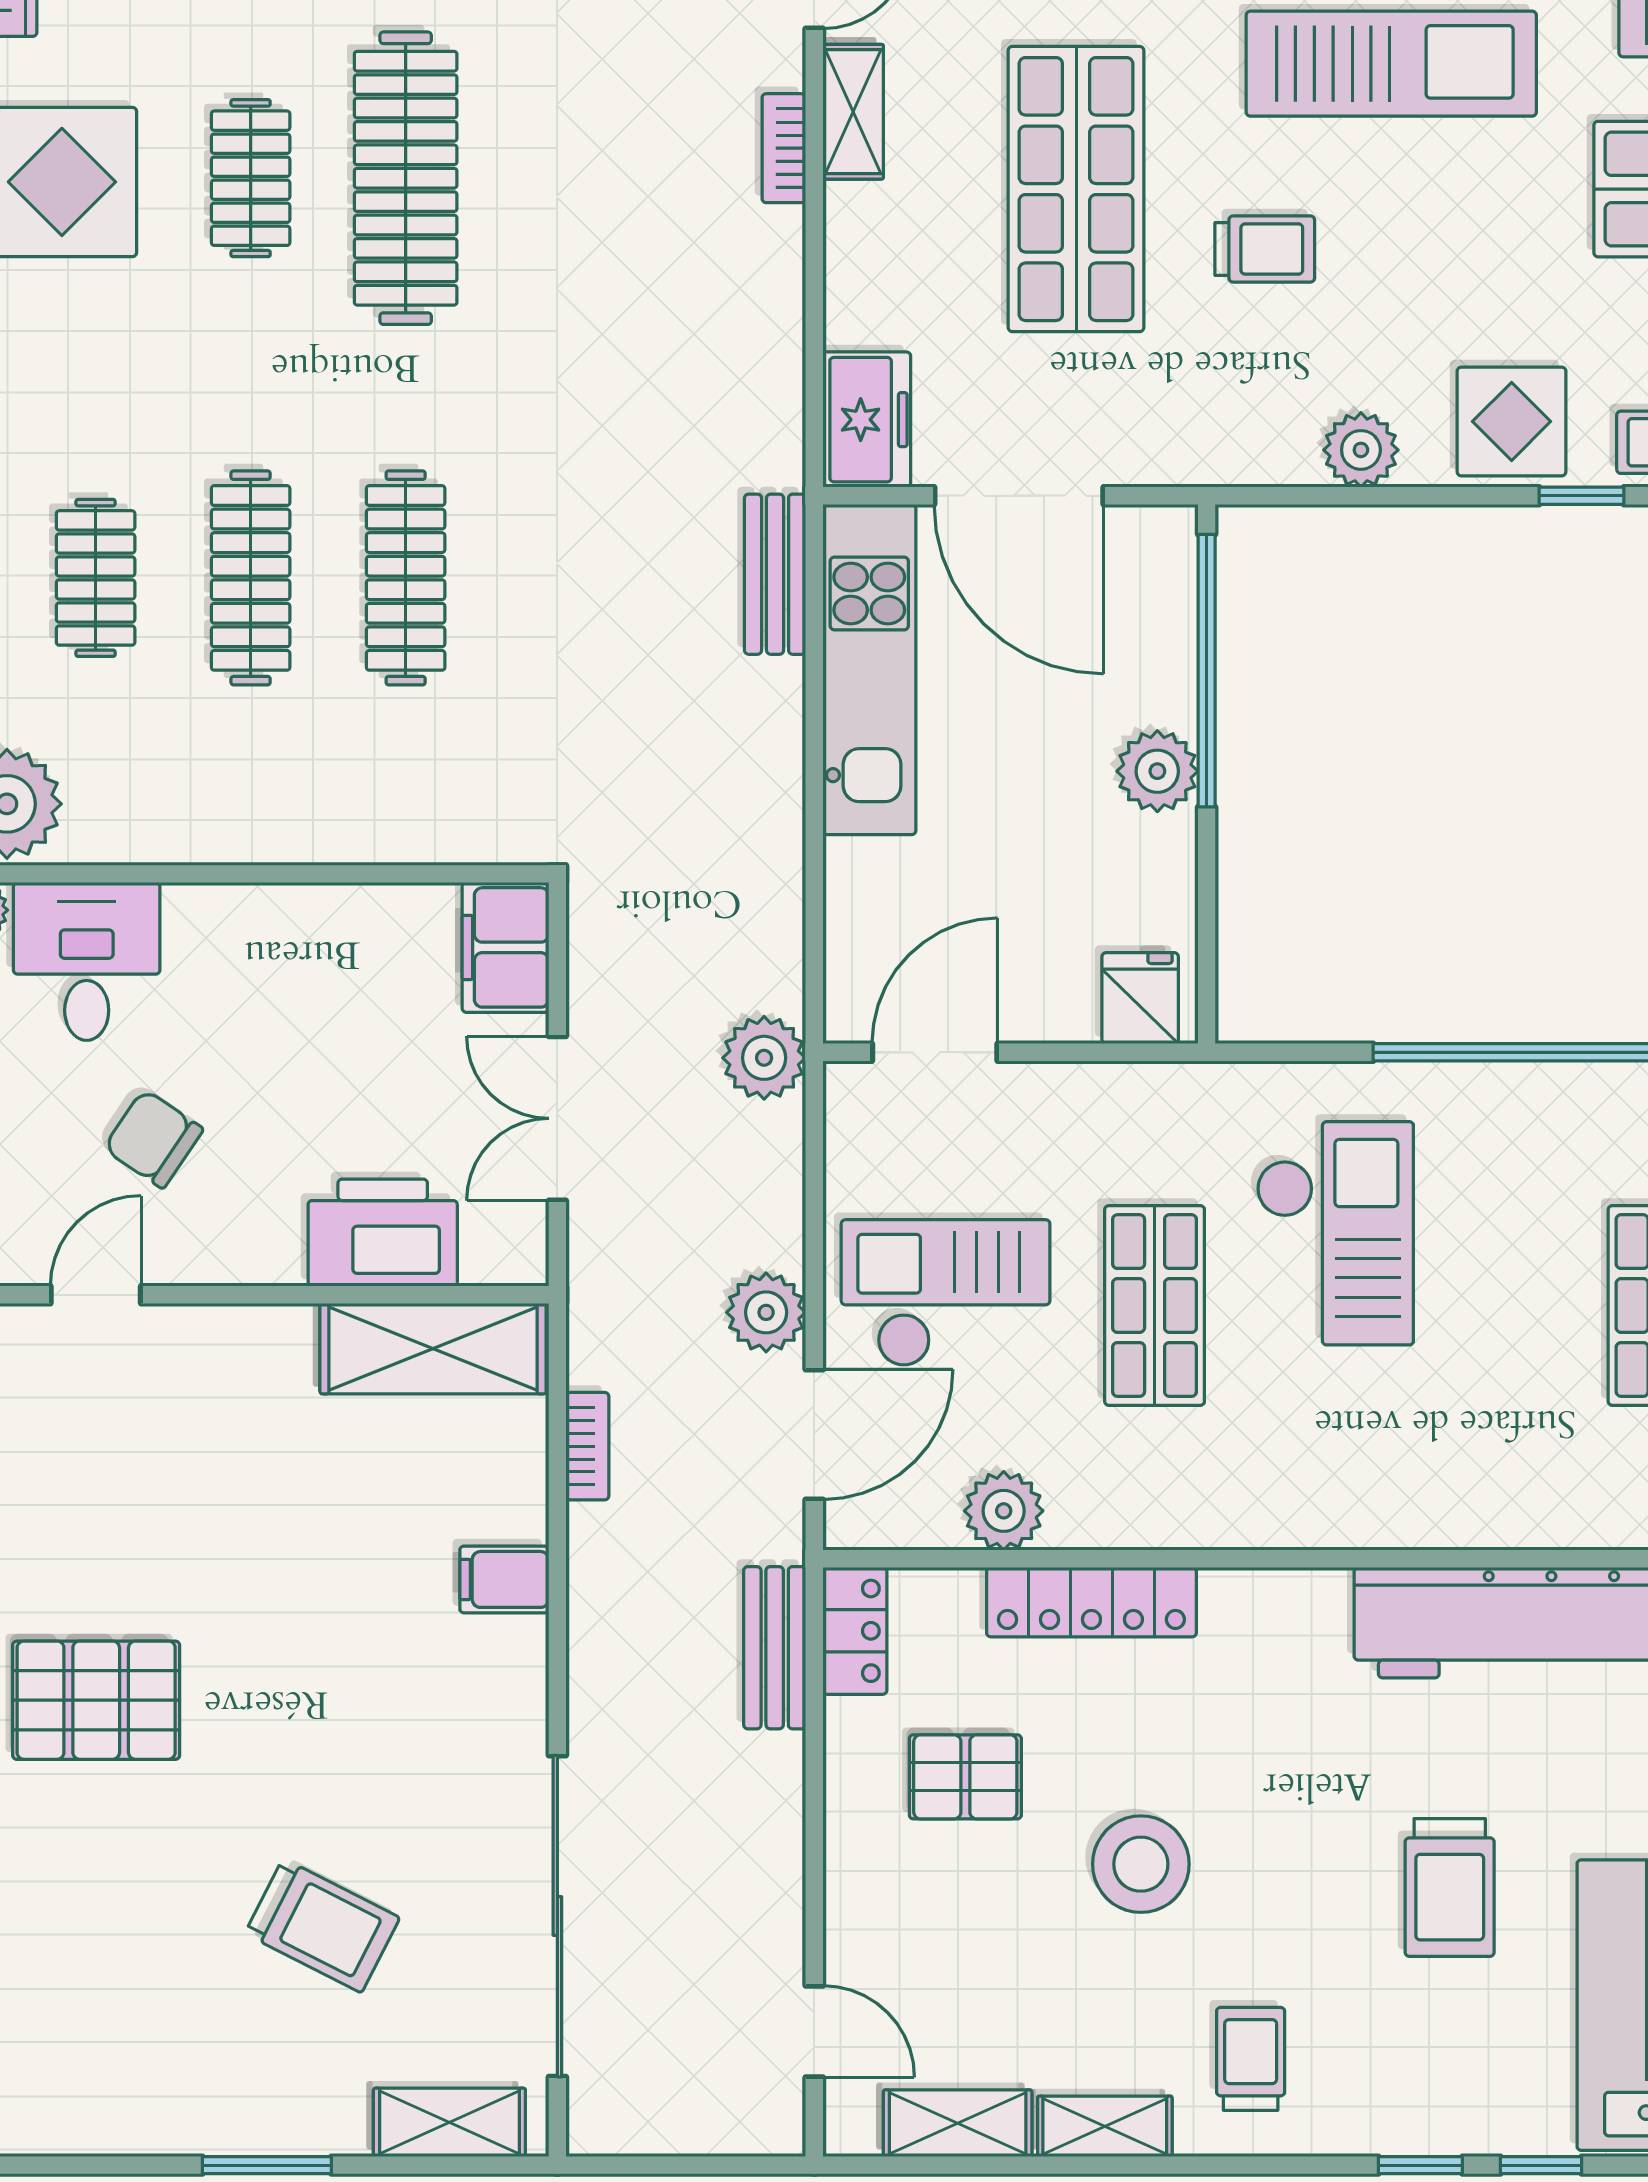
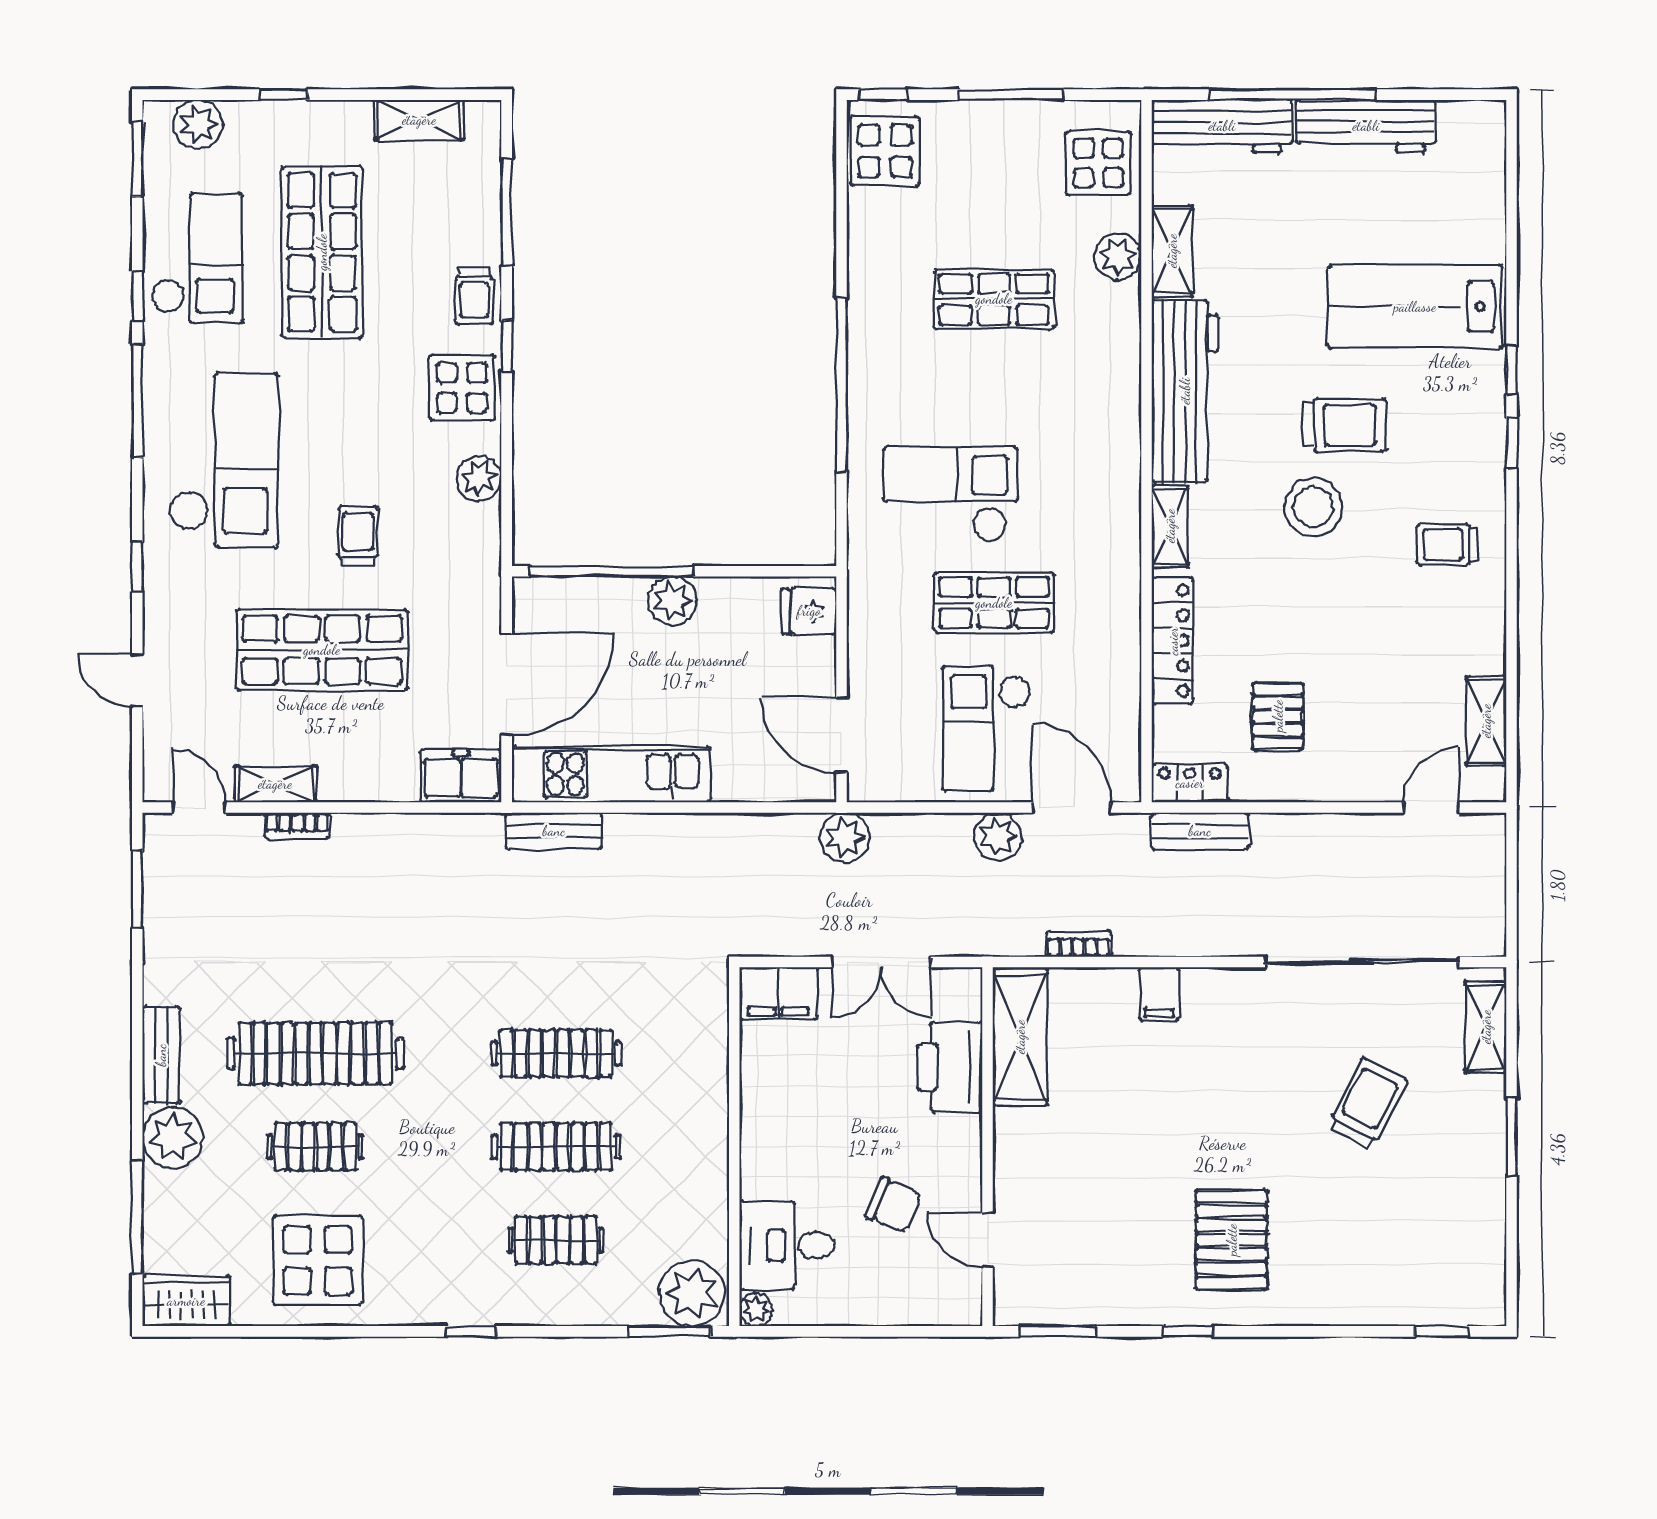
chair: (153, 1139) -> (894, 1205), turned -101
plant: (1004, 1511) -> (1118, 693), removed
stool: (1141, 1864) -> (1313, 507), moved
shelving: (1105, 2126) -> (1170, 526), moved

